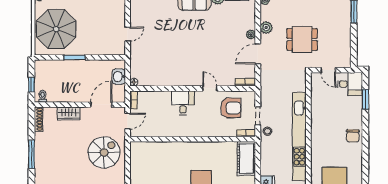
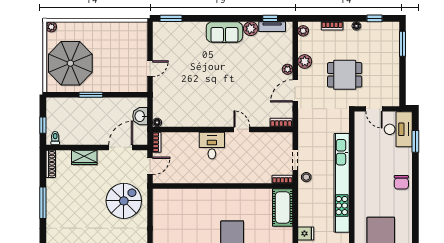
desk: (350, 84) -> (398, 129), width x1.37
armchair: (231, 108) -> (265, 151), removed

